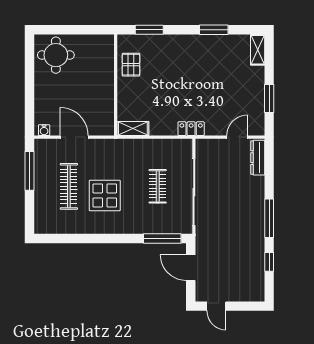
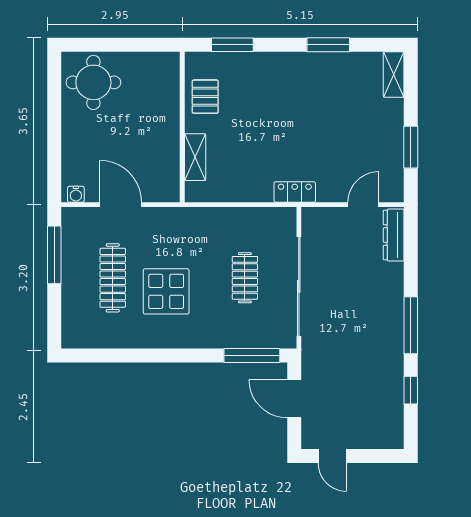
shelving: (133, 129) -> (195, 157), moved, turned 90

